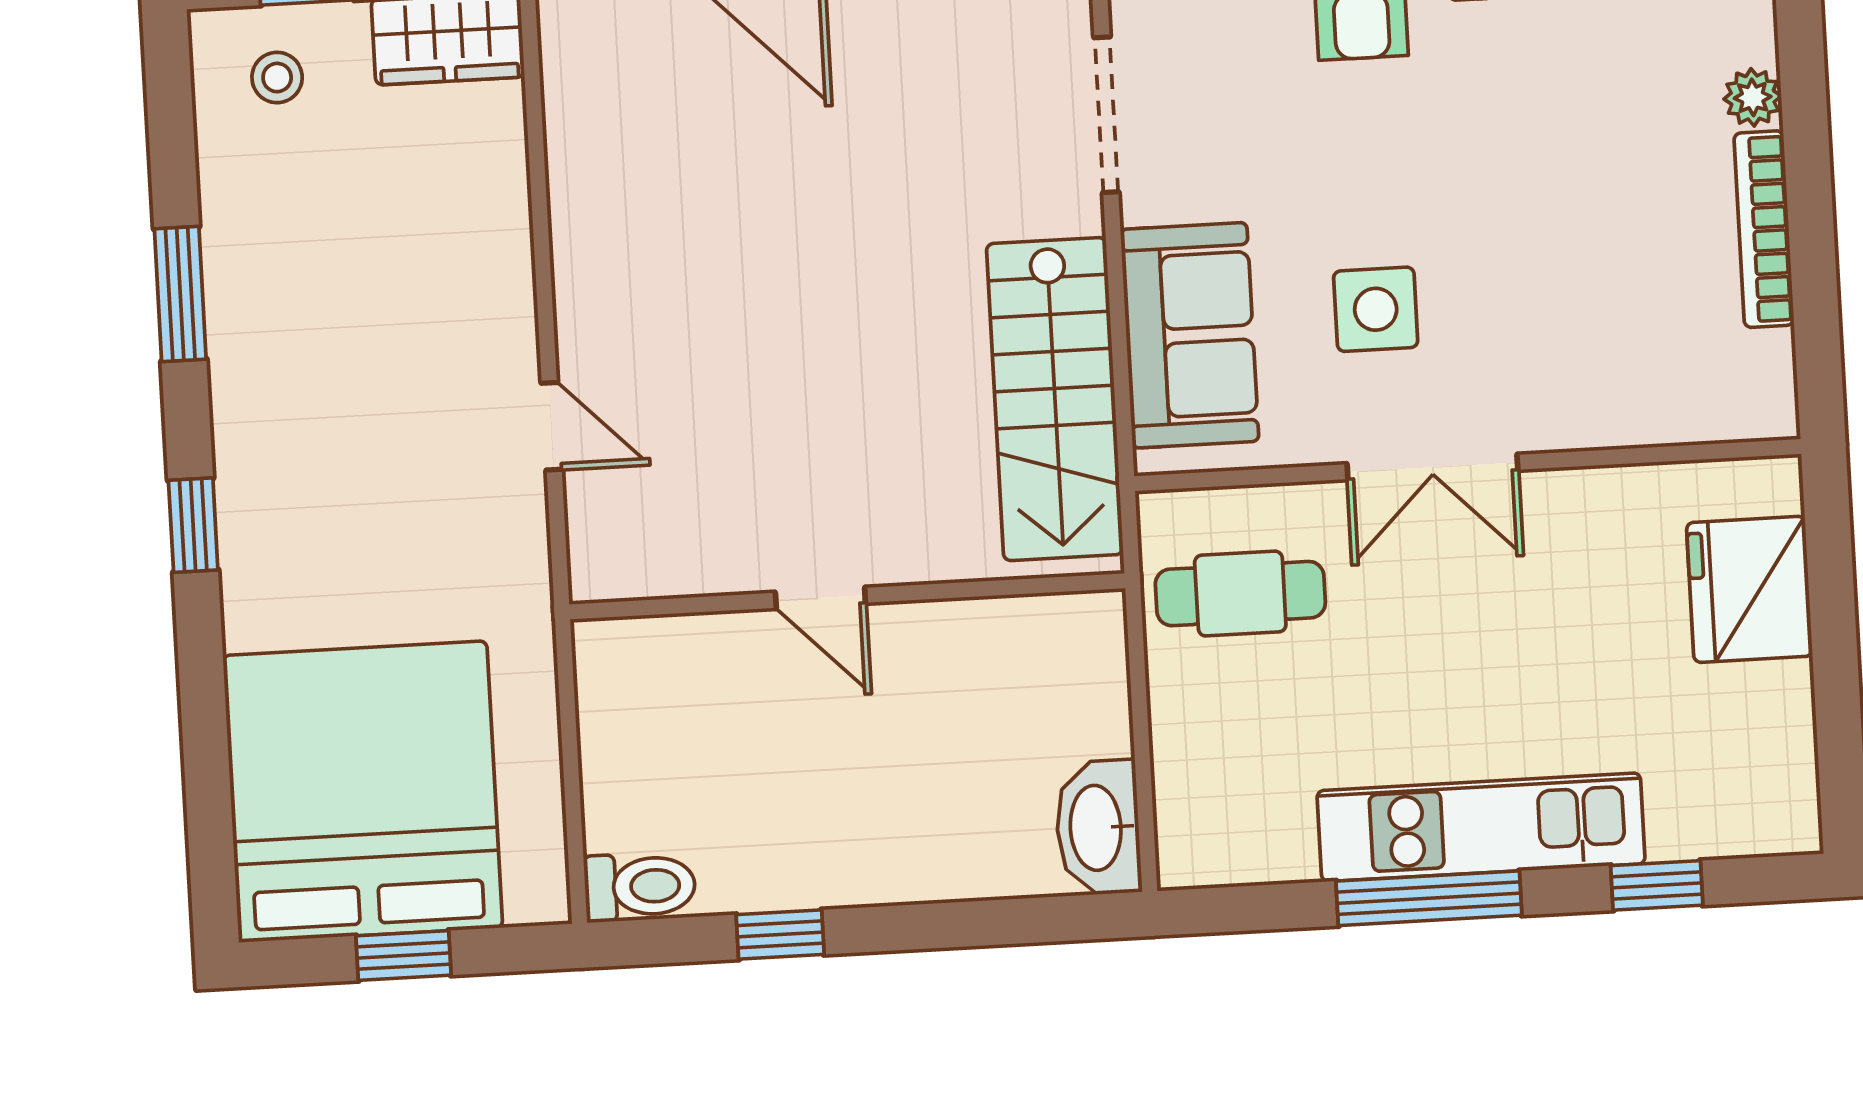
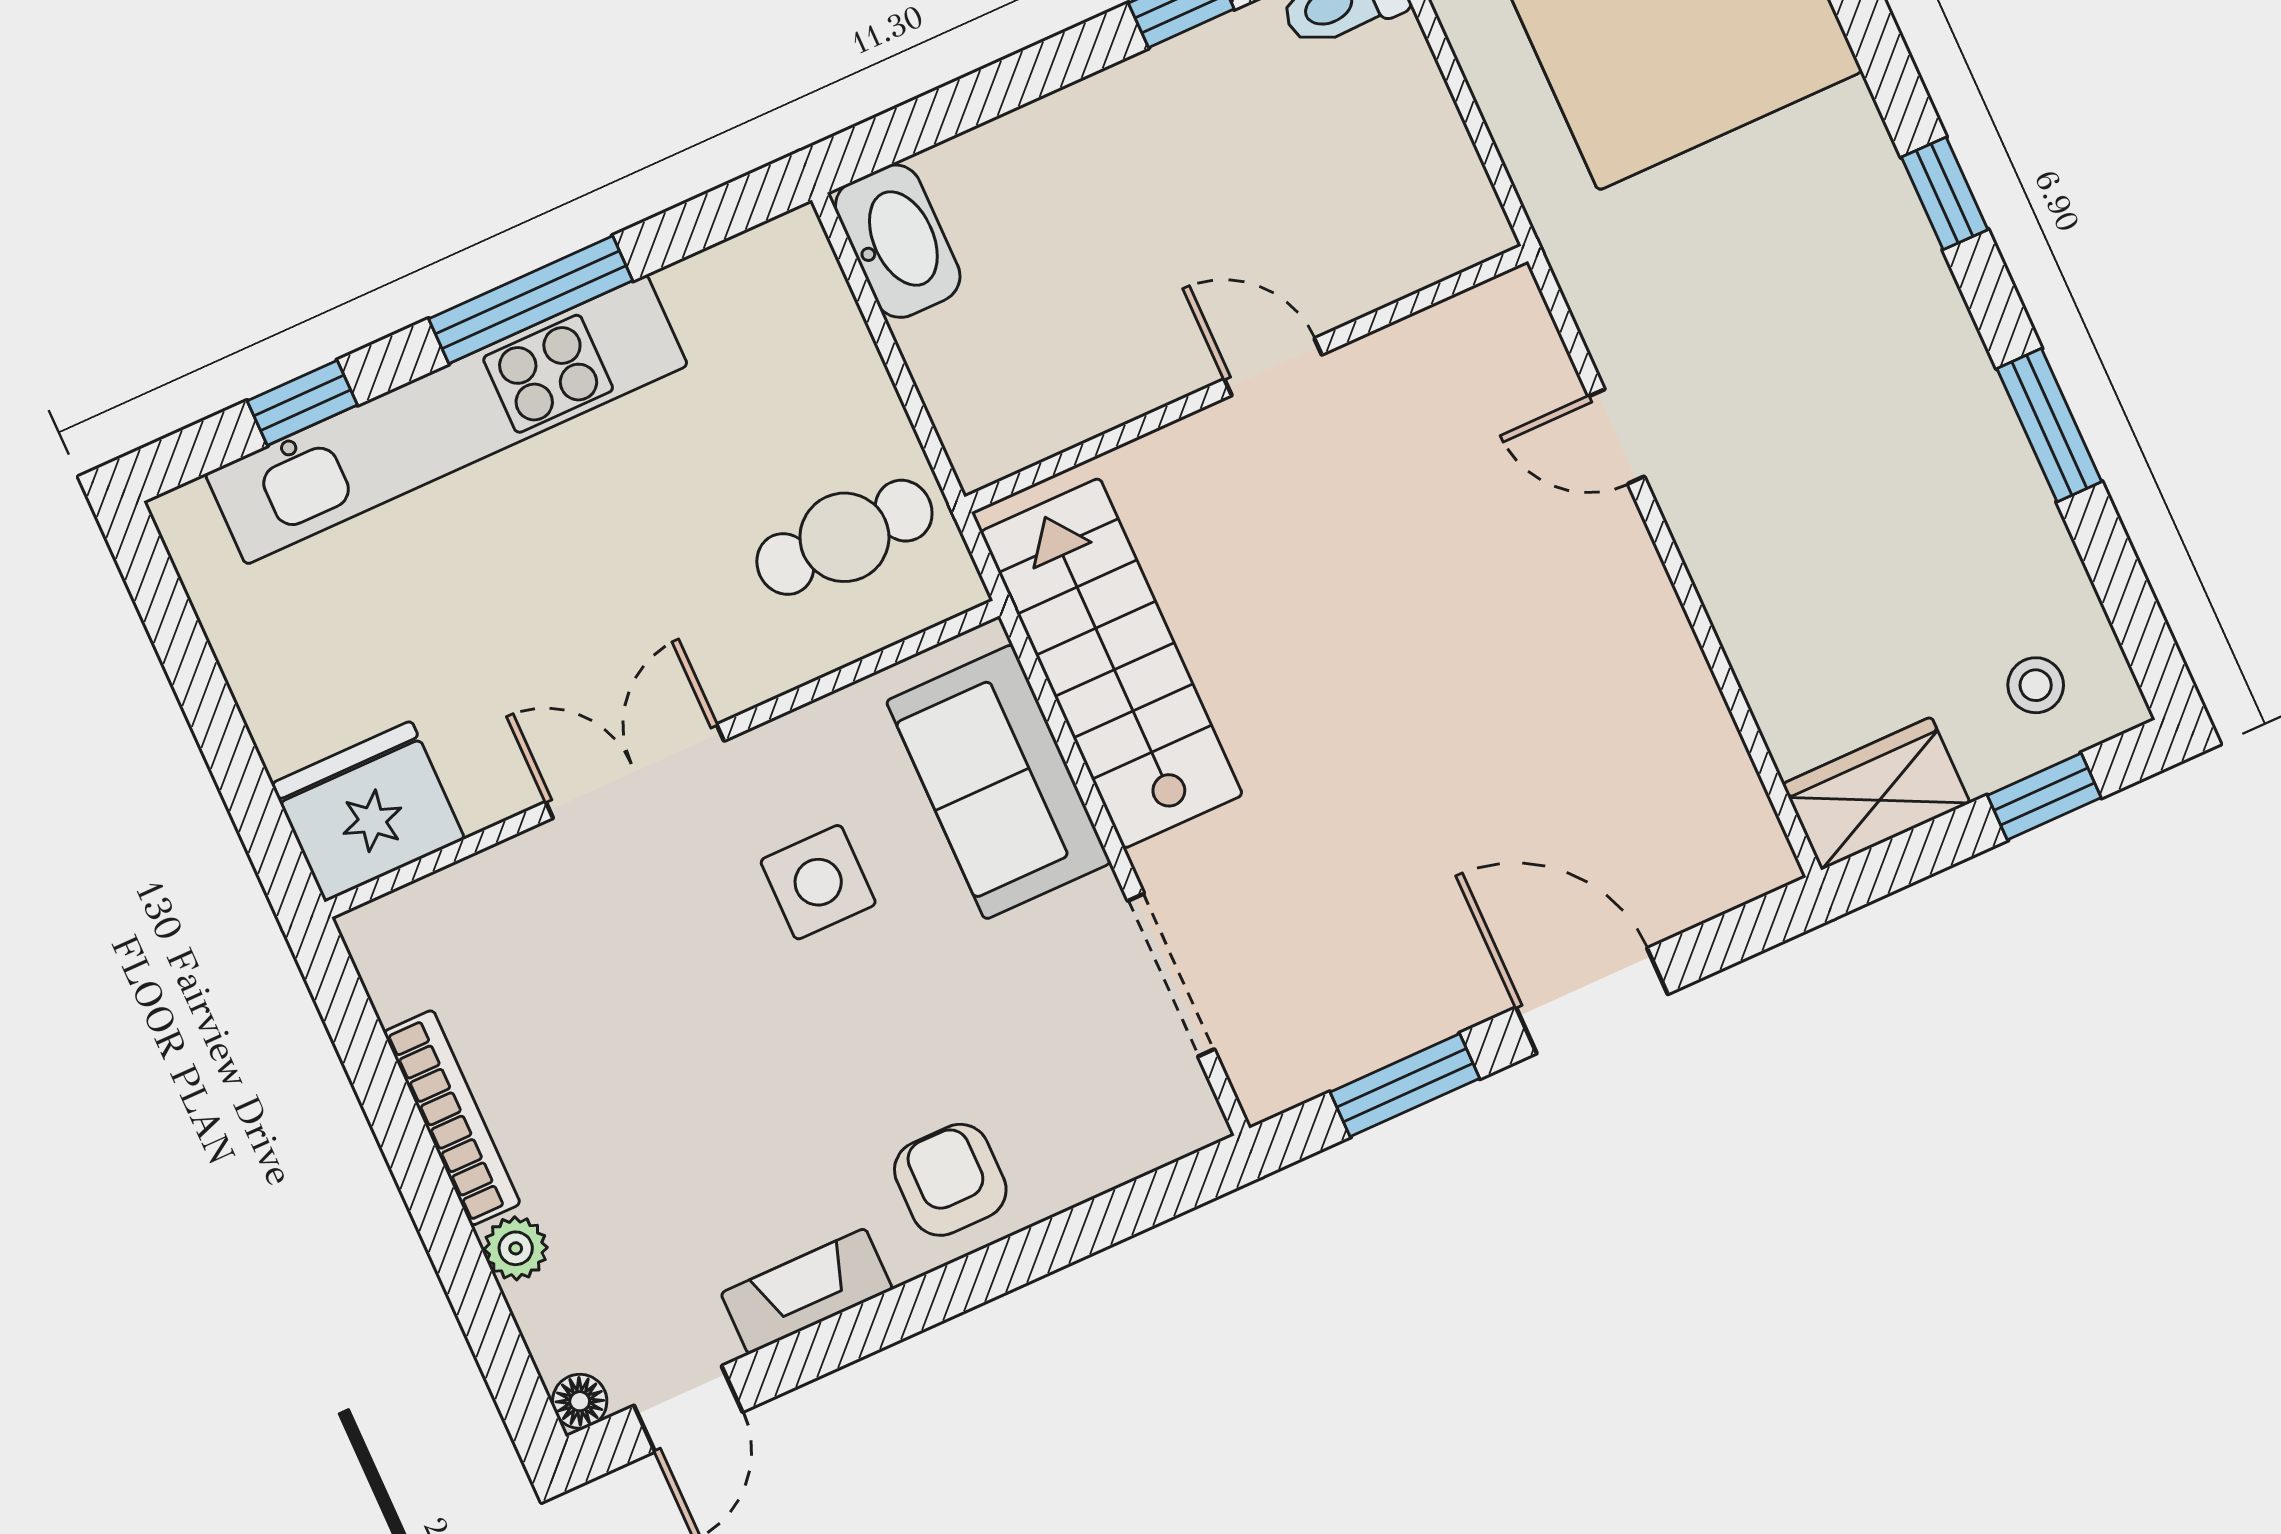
double door: (1432, 467) -> (635, 771), moved
fridge: (1750, 589) -> (368, 811), moved, turned -90
kitchen unit: (1481, 827) -> (446, 420), width x1.36

